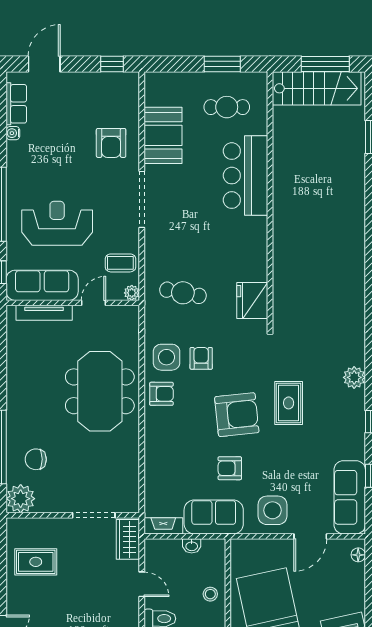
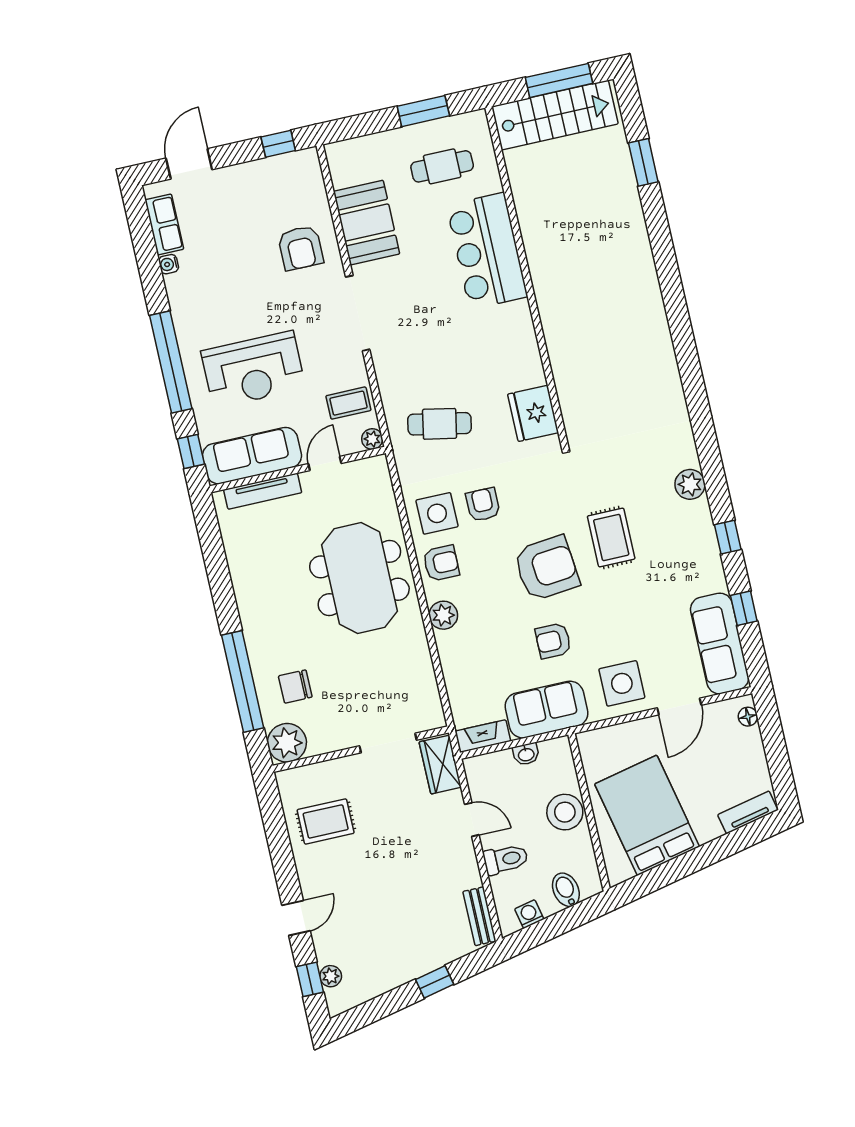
reception desk: (57, 223) -> (253, 370), turned 180
plant: (155, 432) -> (443, 615), added
stool: (210, 594) -> (565, 812), width x1.89, depth x1.89

